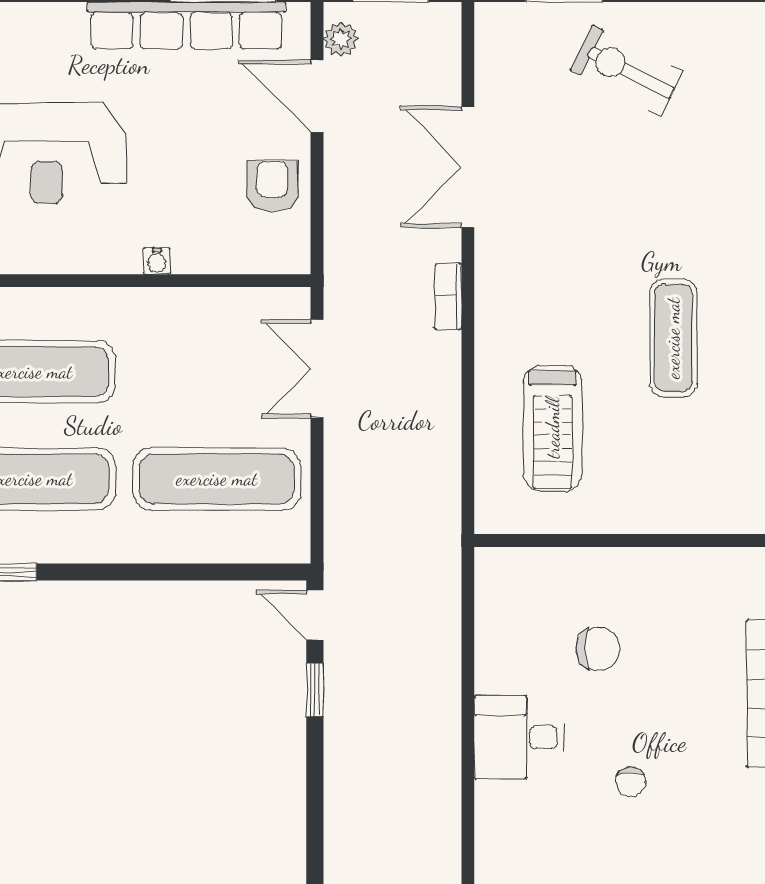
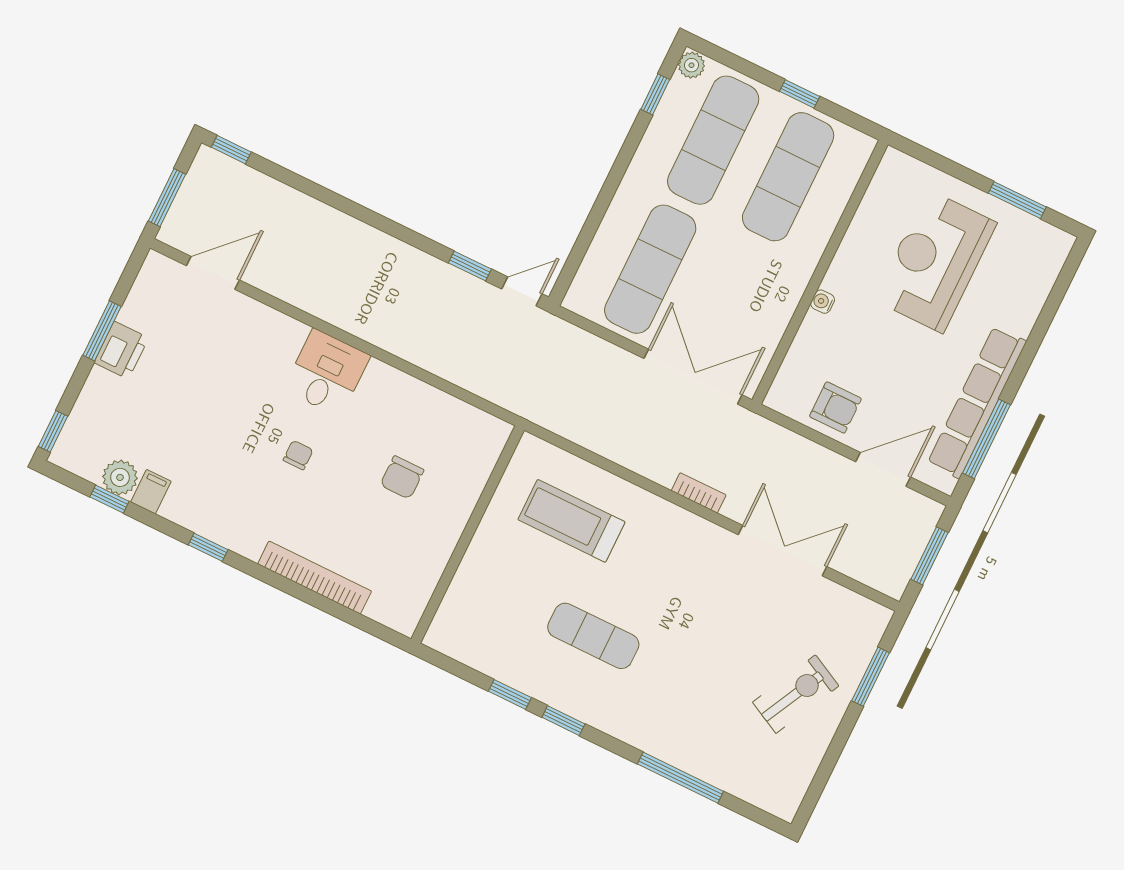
plant: (341, 39) -> (915, 506), removed
double door: (317, 369) -> (693, 377), width x1.37
desk: (519, 737) -> (327, 373), moved
chair: (631, 782) -> (298, 455), turned 90

